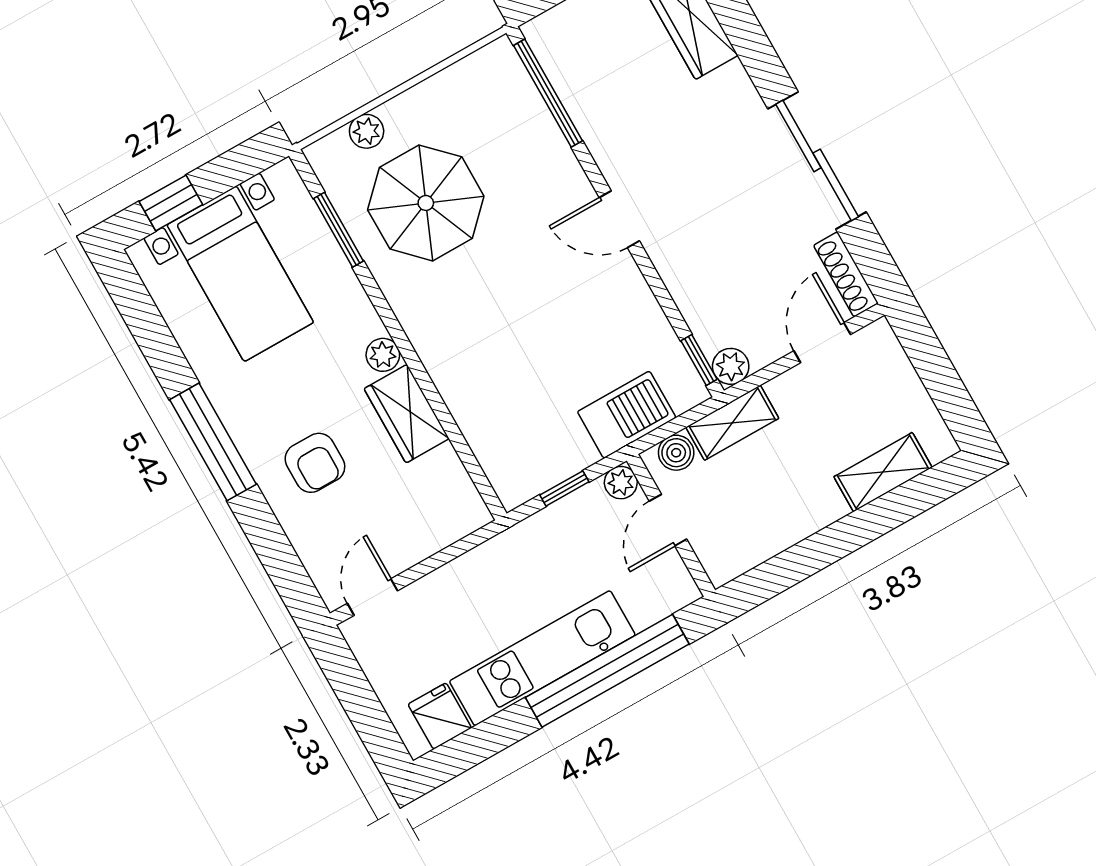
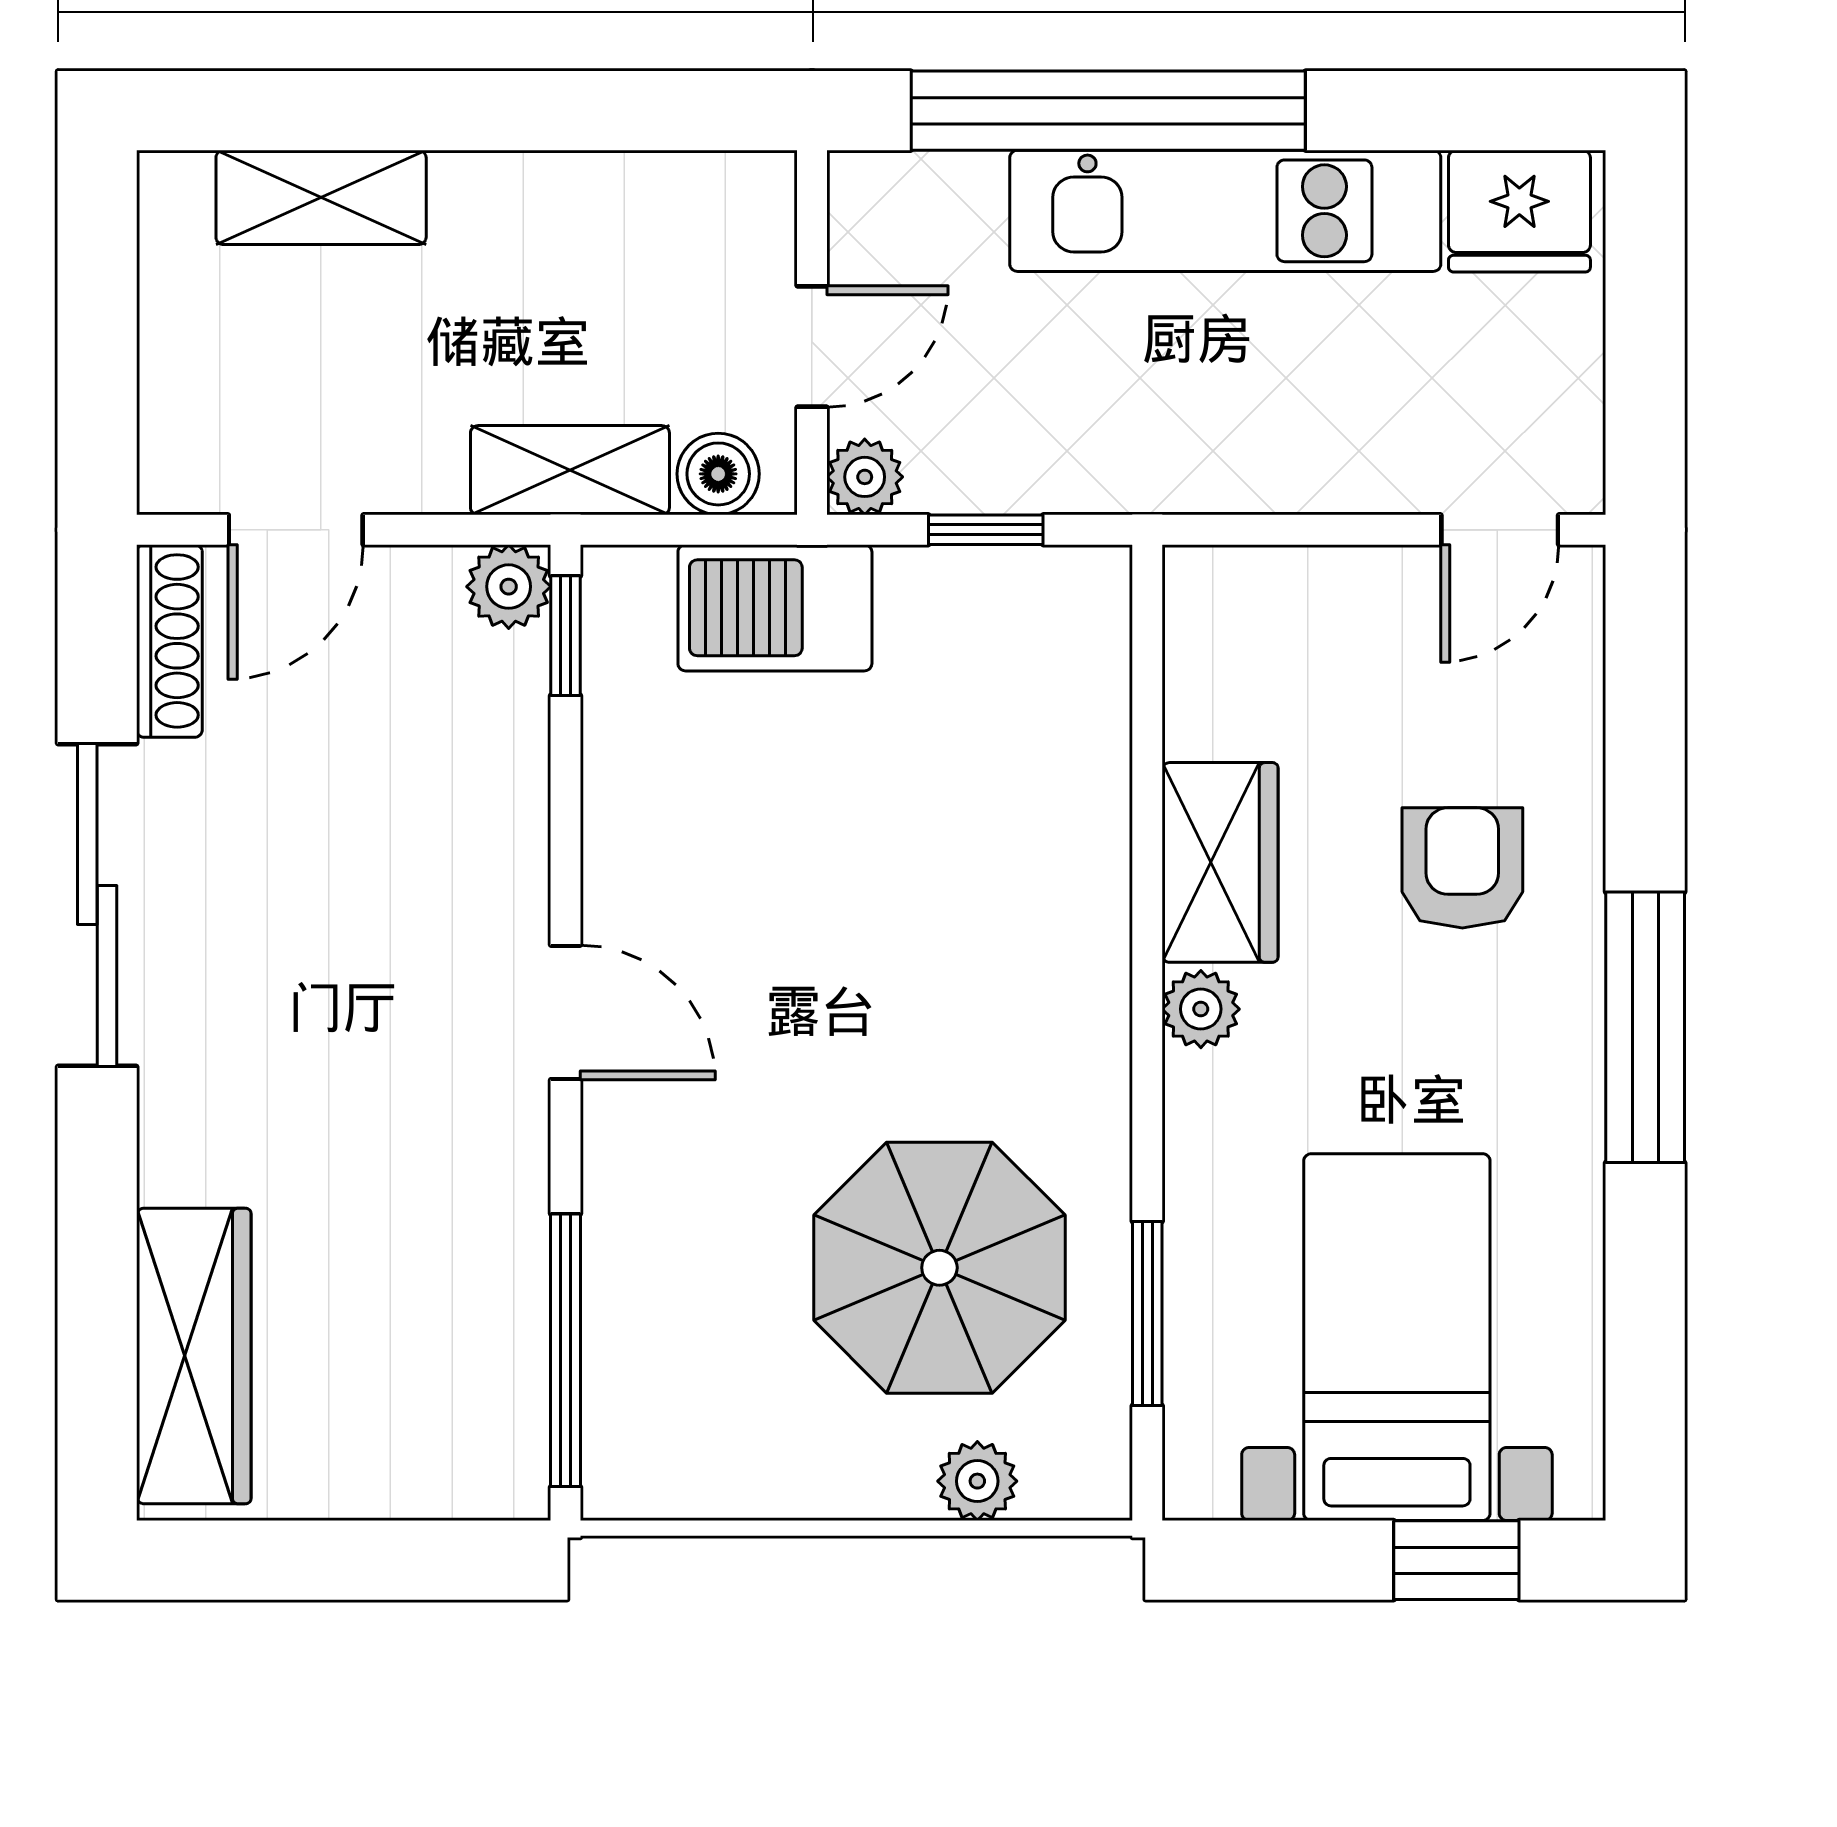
fridge: (440, 716) -> (1519, 211), width x1.38

